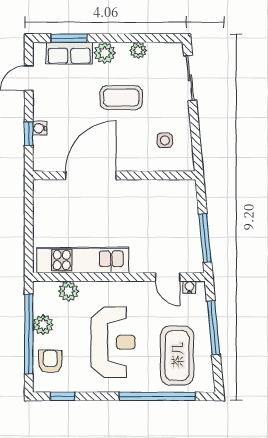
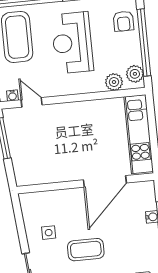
side table: (165, 140) -> (49, 233), moved
kitchen unit: (83, 260) -> (139, 134), moved, turned 90
plant: (43, 325) -> (135, 74), moved

